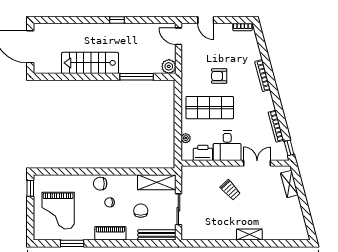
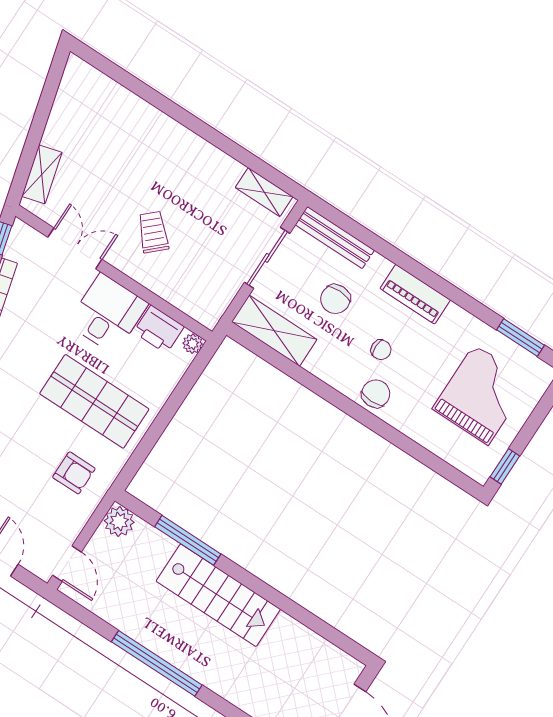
window: (117, 20) -> (157, 663), width x3.17
stairs: (90, 63) -> (218, 595), moved
armchair: (219, 76) -> (74, 473), moved
plant: (186, 138) -> (193, 344), moved
double door: (257, 163) -> (75, 248), swing flipped
chair: (100, 184) -> (376, 394), turned -90
shelving: (249, 235) -> (264, 192), moved
window: (72, 243) -> (520, 338), moved

